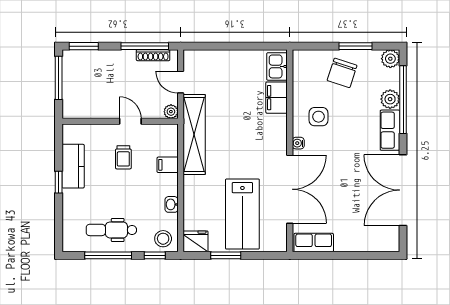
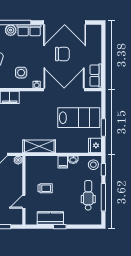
door: (130, 121) -> (24, 202), moved
shelving: (194, 135) -> (39, 146), width x0.68
filing cabinet: (168, 165) -> (63, 162), moved
chair: (350, 186) -> (62, 54), added
dental chair: (111, 230) -> (88, 195), turned 180

